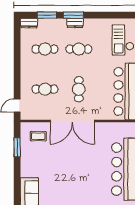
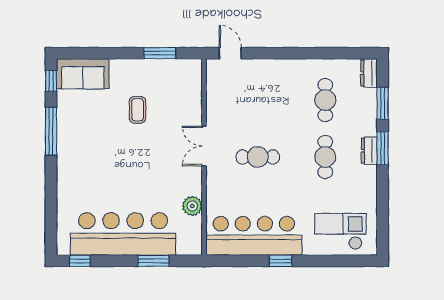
cafe table: (45, 89) -> (258, 100), removed
double door: (72, 121) -> (204, 146), width x0.54
plant: (108, 128) -> (192, 206), added
coffee table: (38, 136) -> (138, 110), moved

